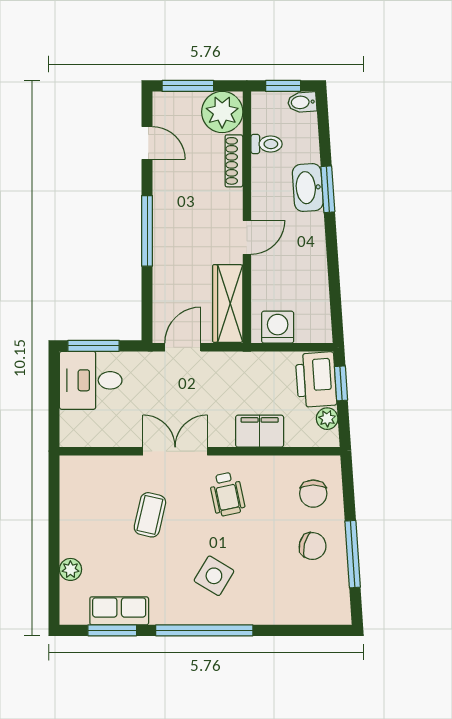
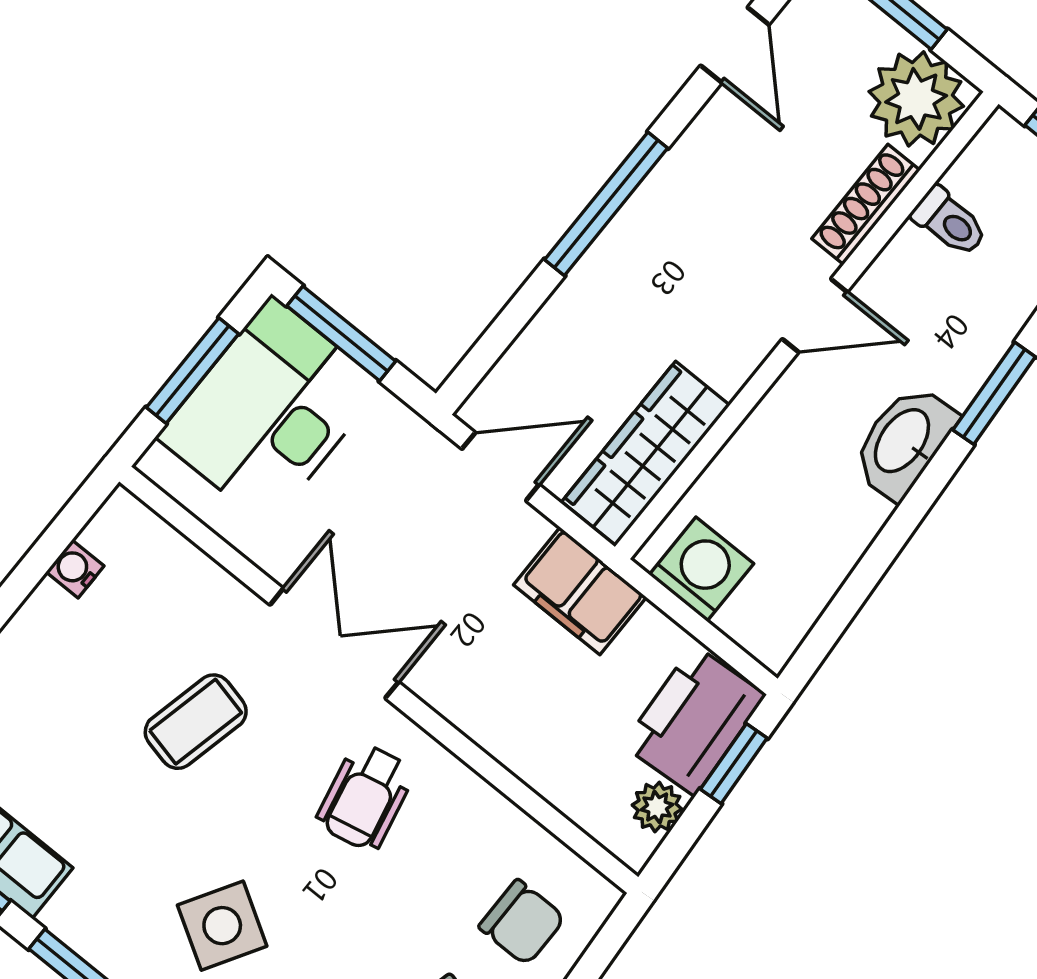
washbasin: (308, 188) -> (904, 442), moved
door: (247, 237) -> (815, 315), moved
desk: (91, 380) -> (270, 411), width x1.37
window: (54, 398) -> (193, 371), added
filing cabinet: (260, 431) -> (580, 591), moved, turned 180
chair: (313, 494) -> (522, 922), turned -90
water cooler: (68, 496) -> (75, 569), added

